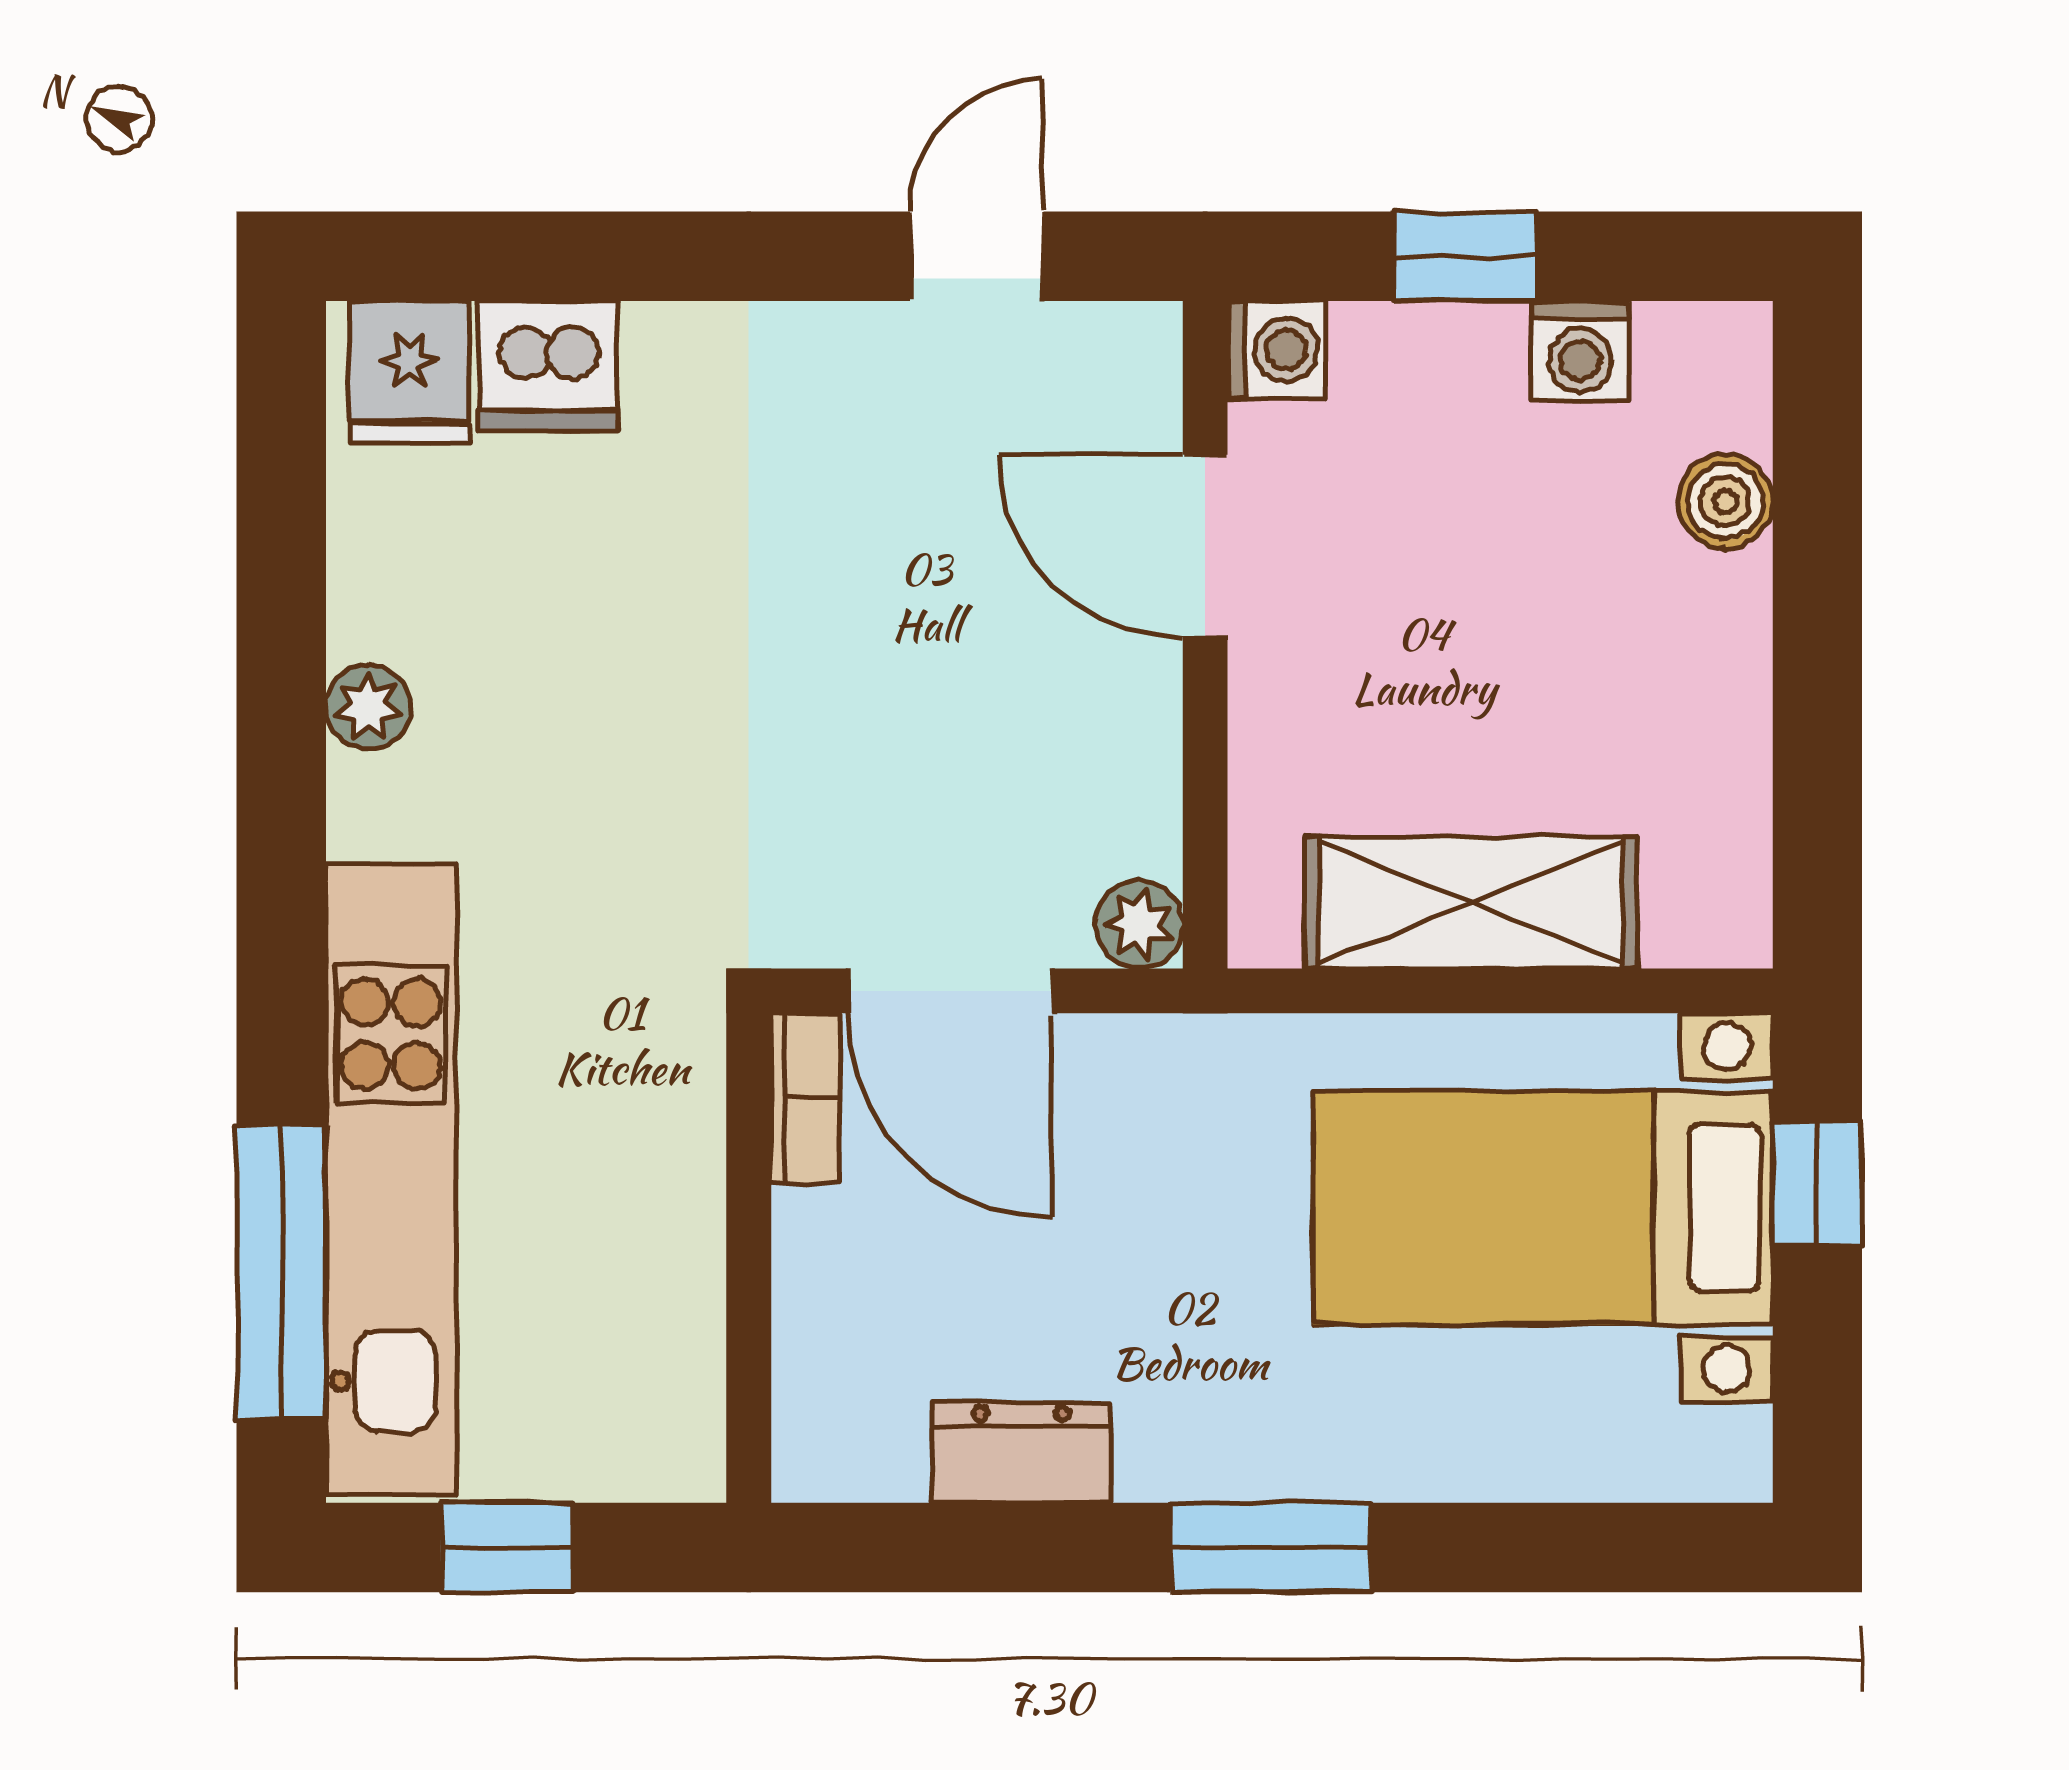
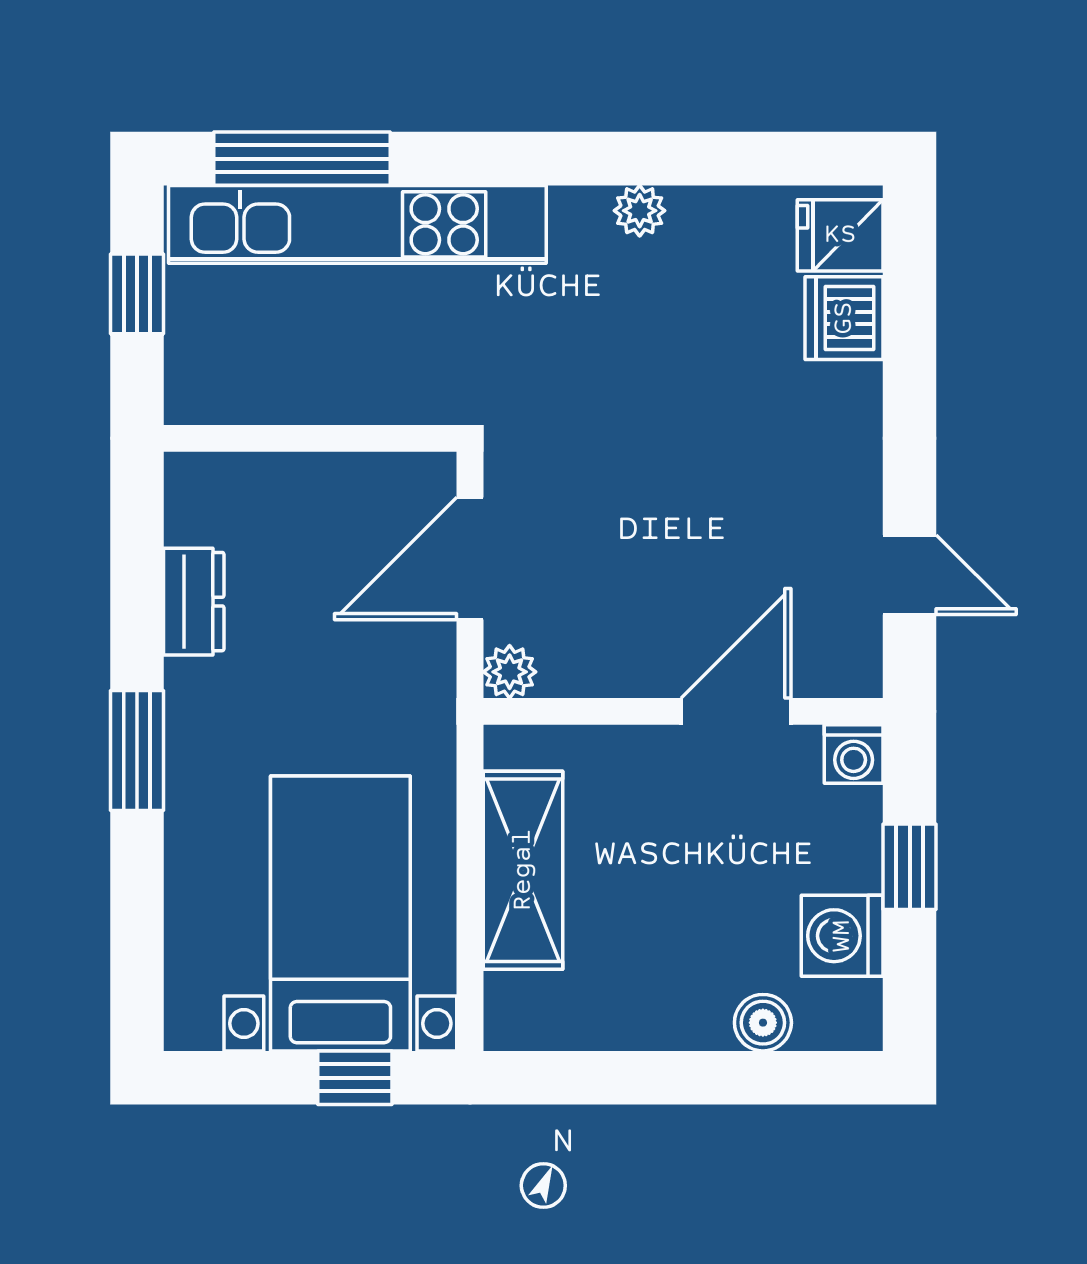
washing machine: (1580, 350) -> (842, 936), width x1.38, depth x1.38
bookcase: (805, 1099) -> (406, 472), removed

